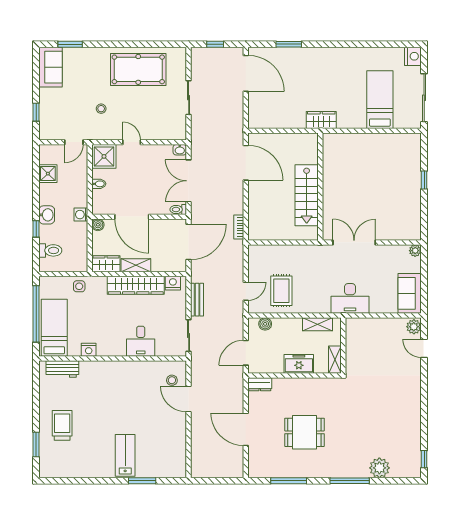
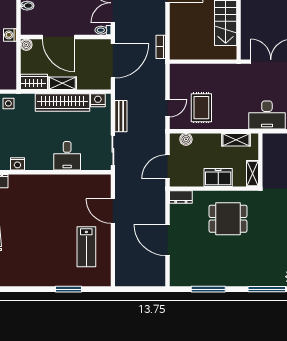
stool: (172, 380) -> (97, 193), removed
dining table: (304, 432) -> (228, 219), moved
lab bench: (125, 455) -> (86, 247), moved, turned 180

